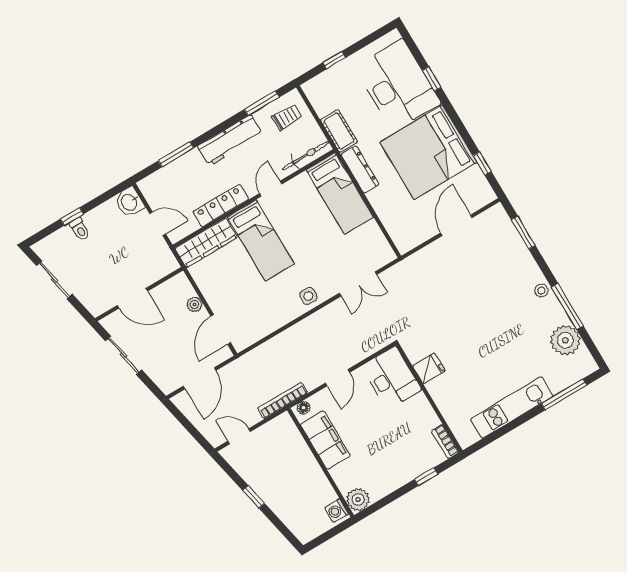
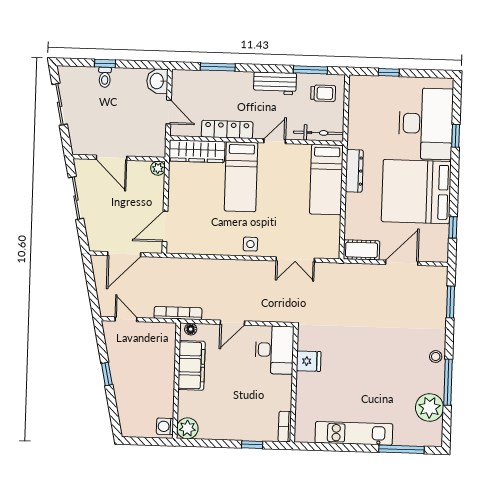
cot: (339, 131) -> (361, 250), moved, turned 90
workbench: (230, 140) -> (275, 83), width x0.73
plant: (195, 304) -> (158, 168), moved

